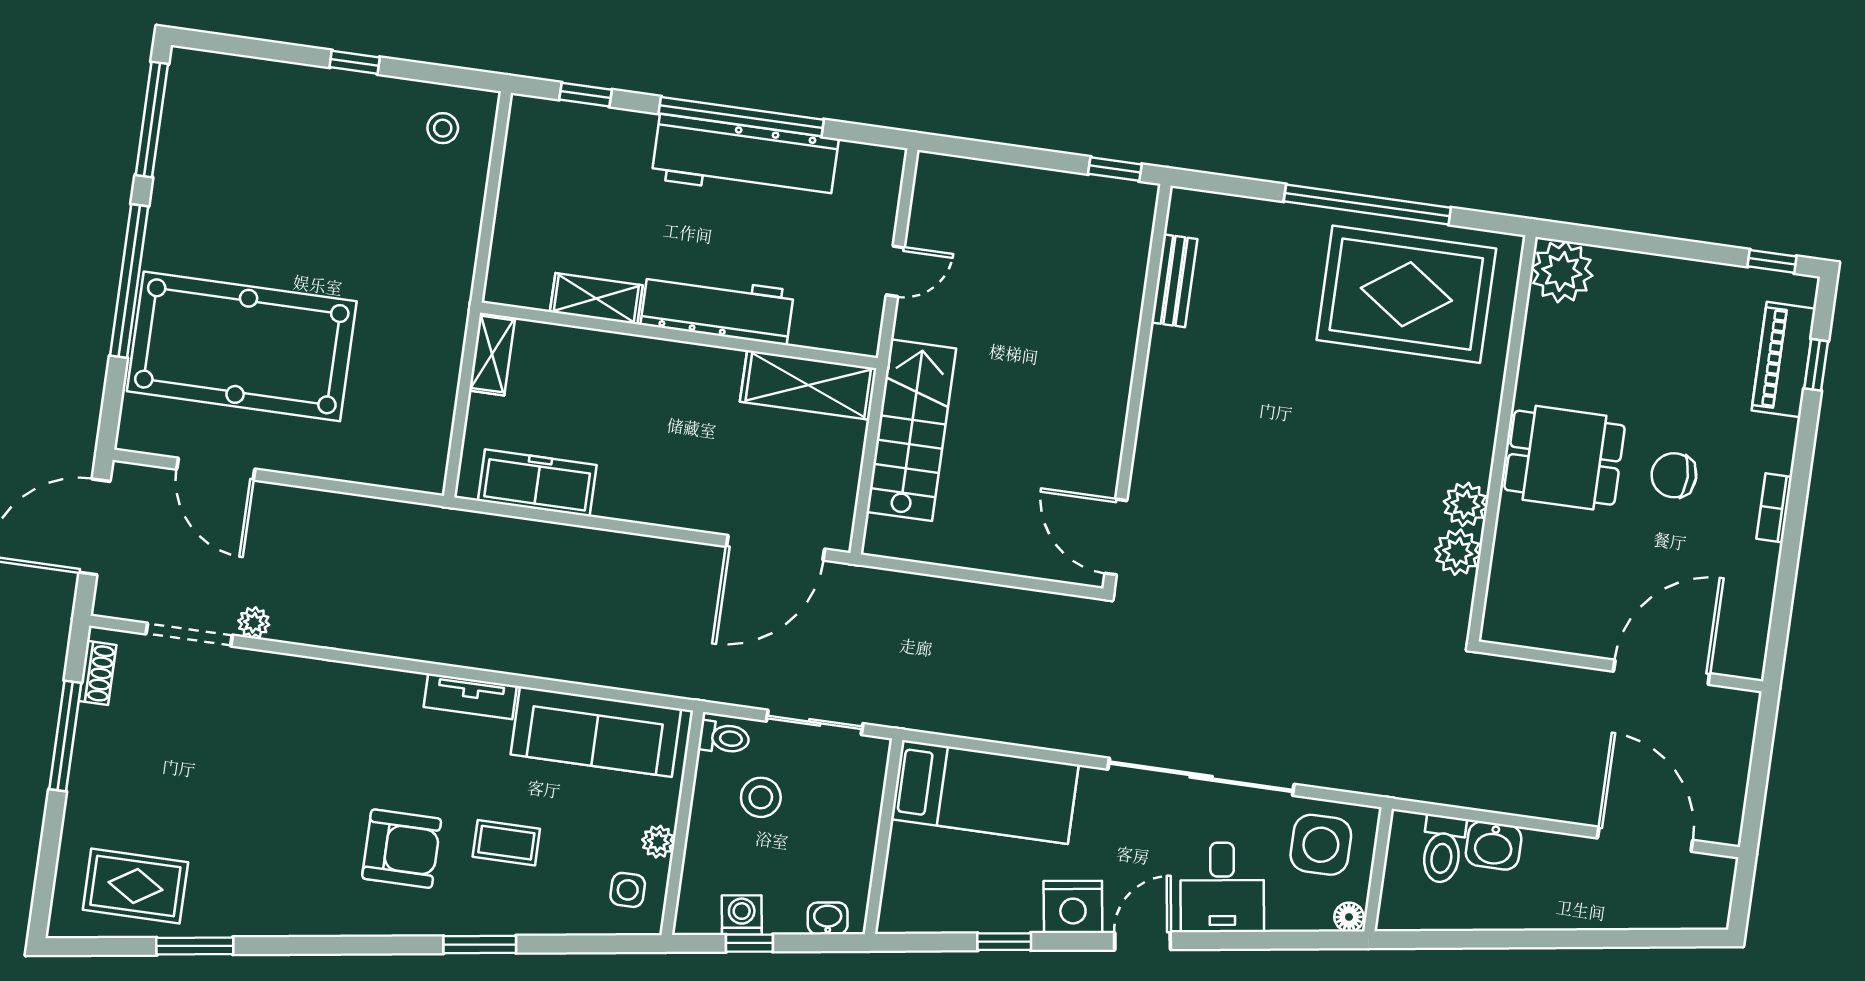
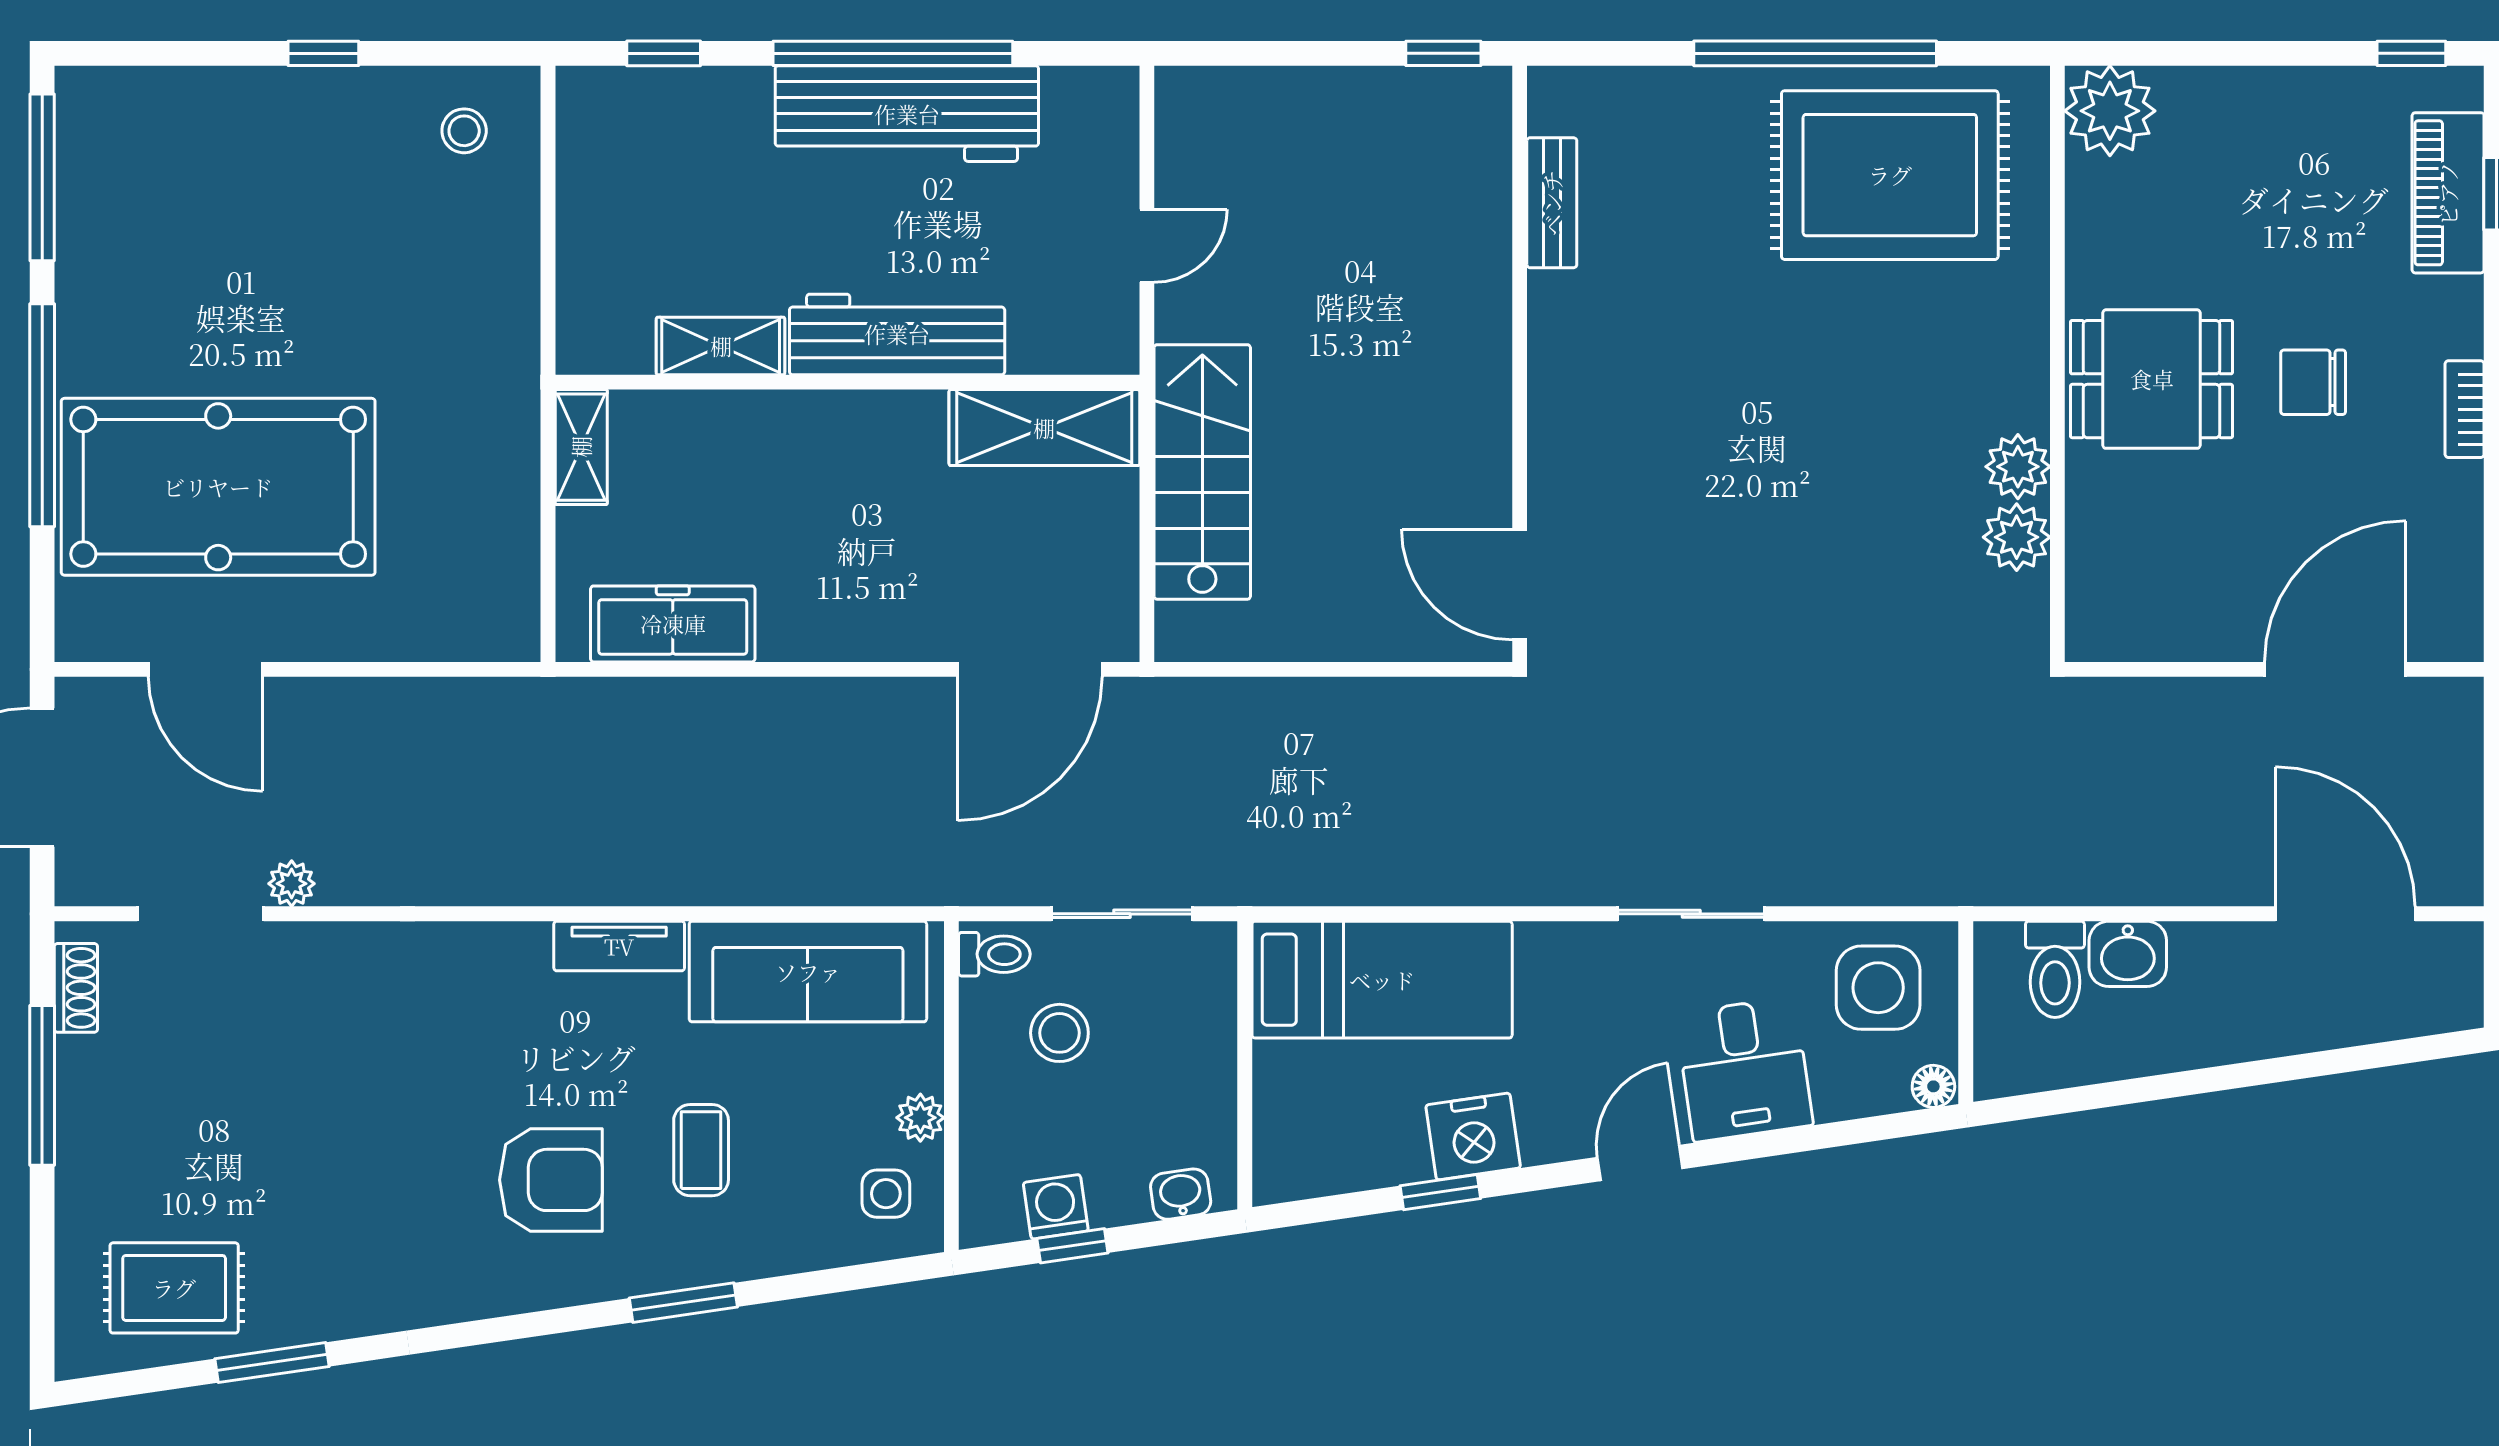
sliding door: (1201, 777) -> (1691, 914), width x0.54
coffee table: (506, 843) -> (701, 1150), turned 90
nightstand: (1073, 907) -> (1473, 1136), moved

